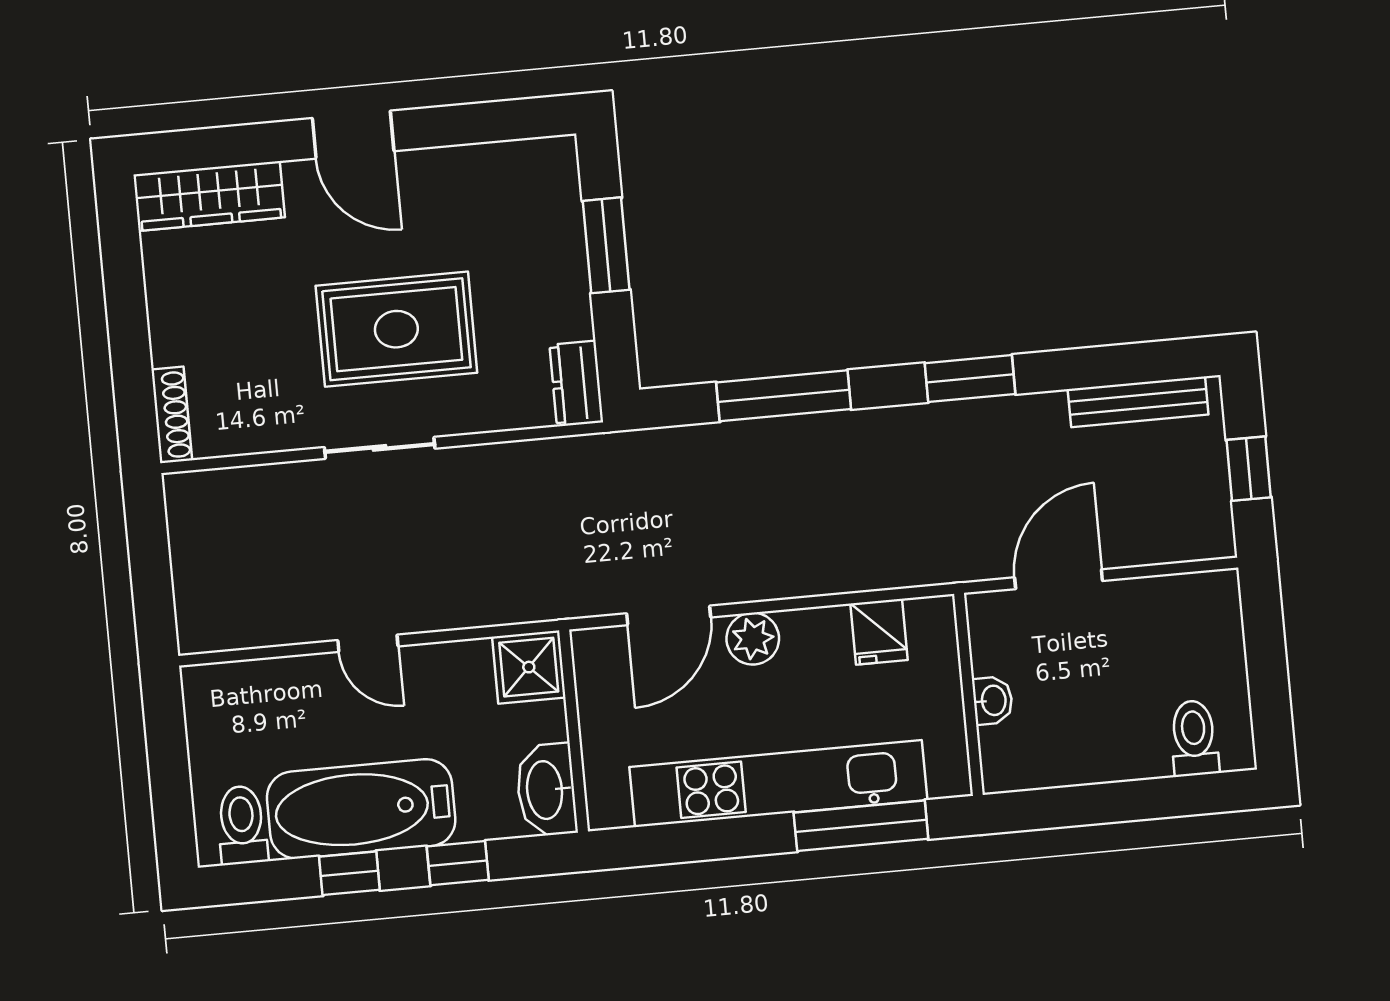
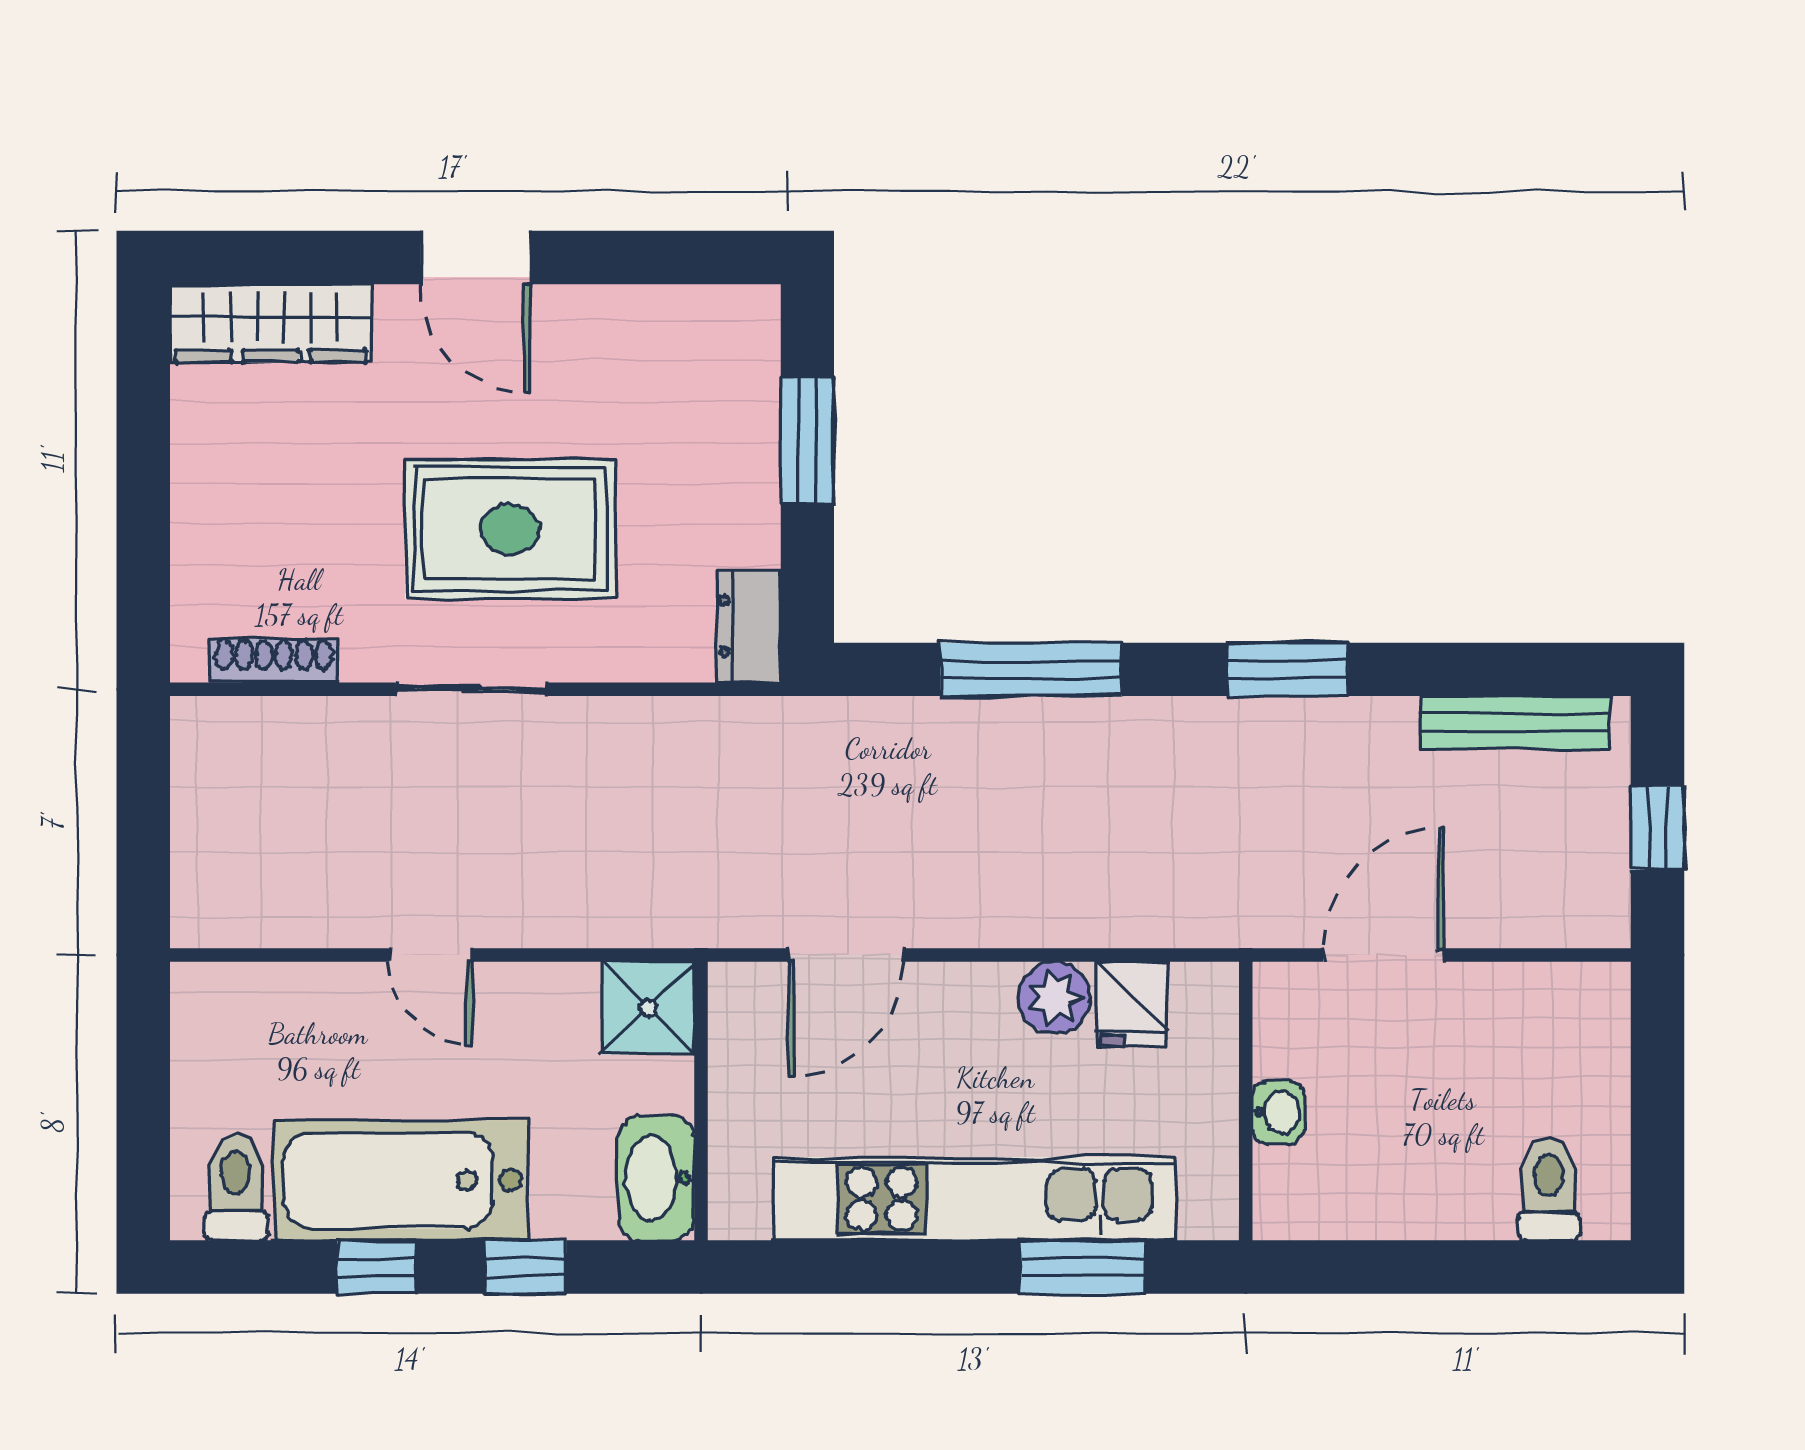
shoe rack: (172, 415) -> (274, 661), moved, turned -90
plant: (753, 639) -> (1055, 997), moved
window: (861, 826) -> (1082, 1267), width x0.69

